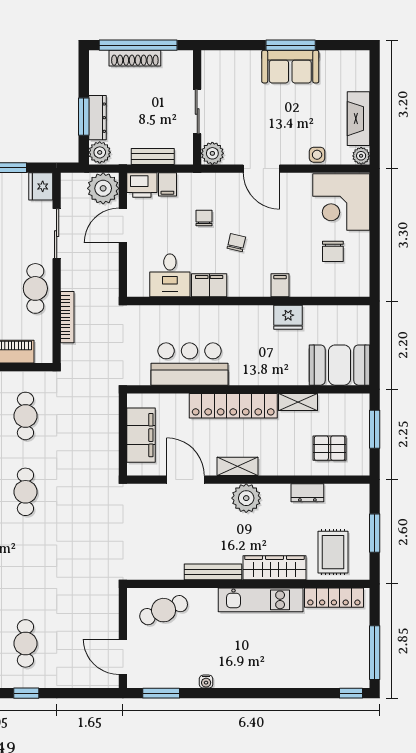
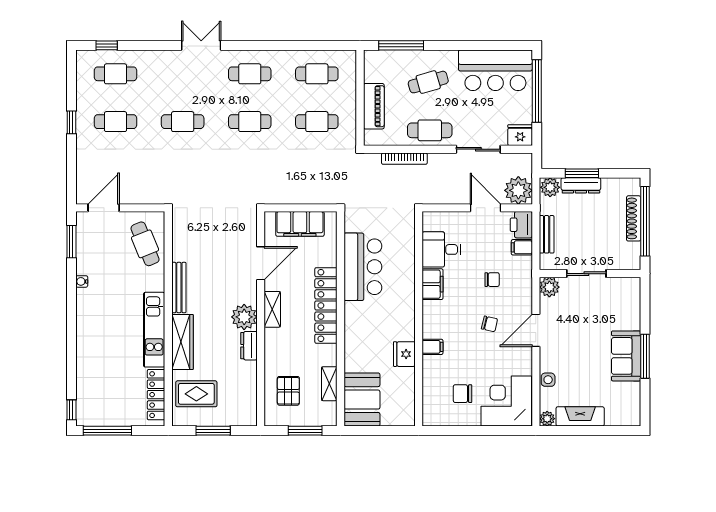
chair: (236, 243) -> (489, 324), moved
shelving: (298, 402) -> (329, 384), moved
dresser: (307, 493) -> (249, 346), moved
cafe table: (25, 568) -> (183, 122), added

